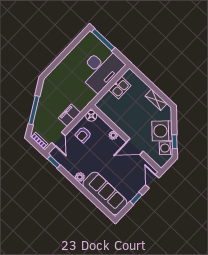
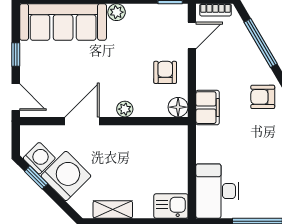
desk: (101, 69) -> (217, 191), width x0.73, depth x0.77
armchair: (54, 88) -> (263, 97), added
kitchen sink: (120, 88) -> (171, 206), moved, turned 90
filing cabinet: (69, 115) -> (208, 108), moved
door: (59, 139) -> (192, 35), swing flipped

